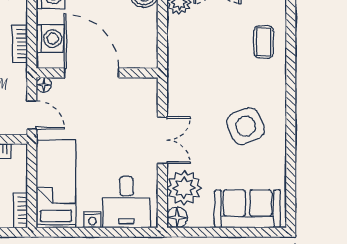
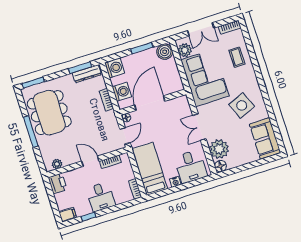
corner sofa: (198, 60) -> (205, 78), added
door: (91, 73) -> (150, 103), hinge flipped
door: (32, 115) -> (125, 136), hinge flipped
double door: (162, 140) -> (199, 127), swing flipped
sofa: (248, 209) -> (265, 138), moved, turned -90

